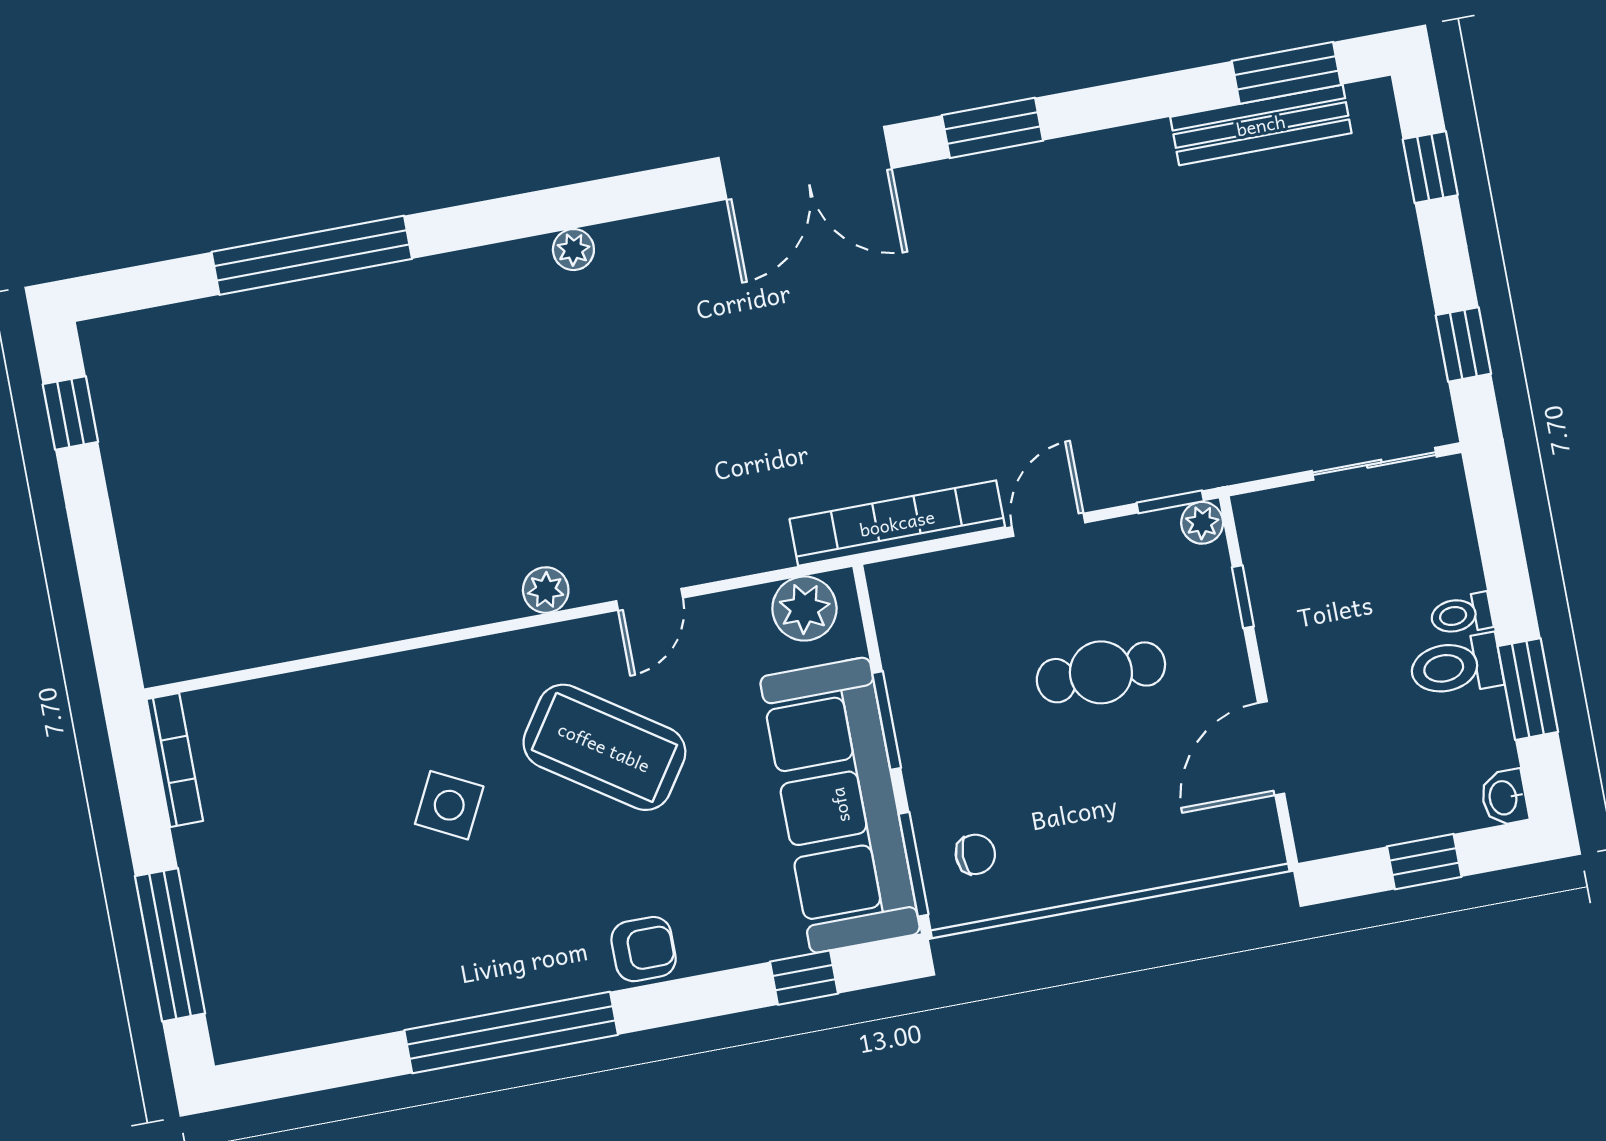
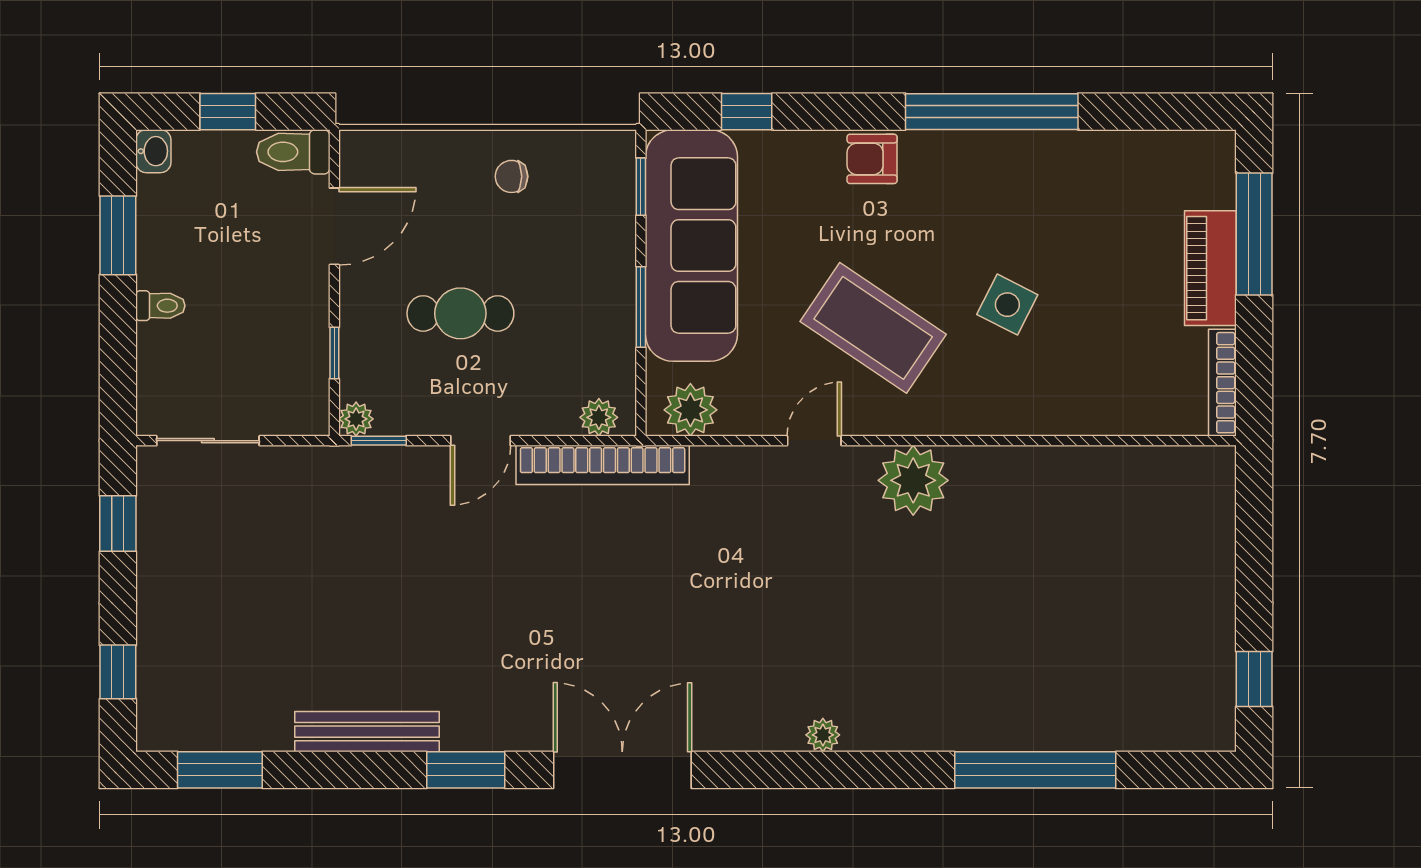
bench: (1261, 125) -> (367, 732), moved
plant: (912, 579) -> (599, 417), added
plant: (546, 590) -> (913, 480), width x1.88, depth x1.88
toilet: (1456, 666) -> (293, 152), moved, turned 180
chair: (975, 854) -> (511, 176), moved
window: (914, 864) -> (641, 187), width x0.67
piano: (215, 894) -> (1210, 268), added

